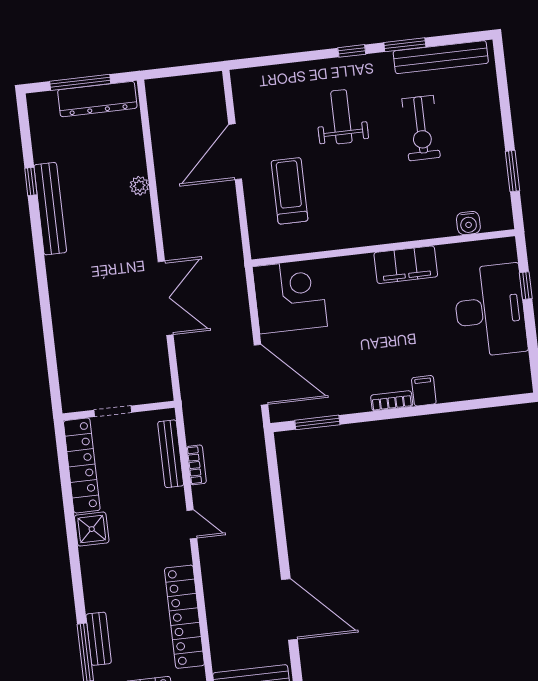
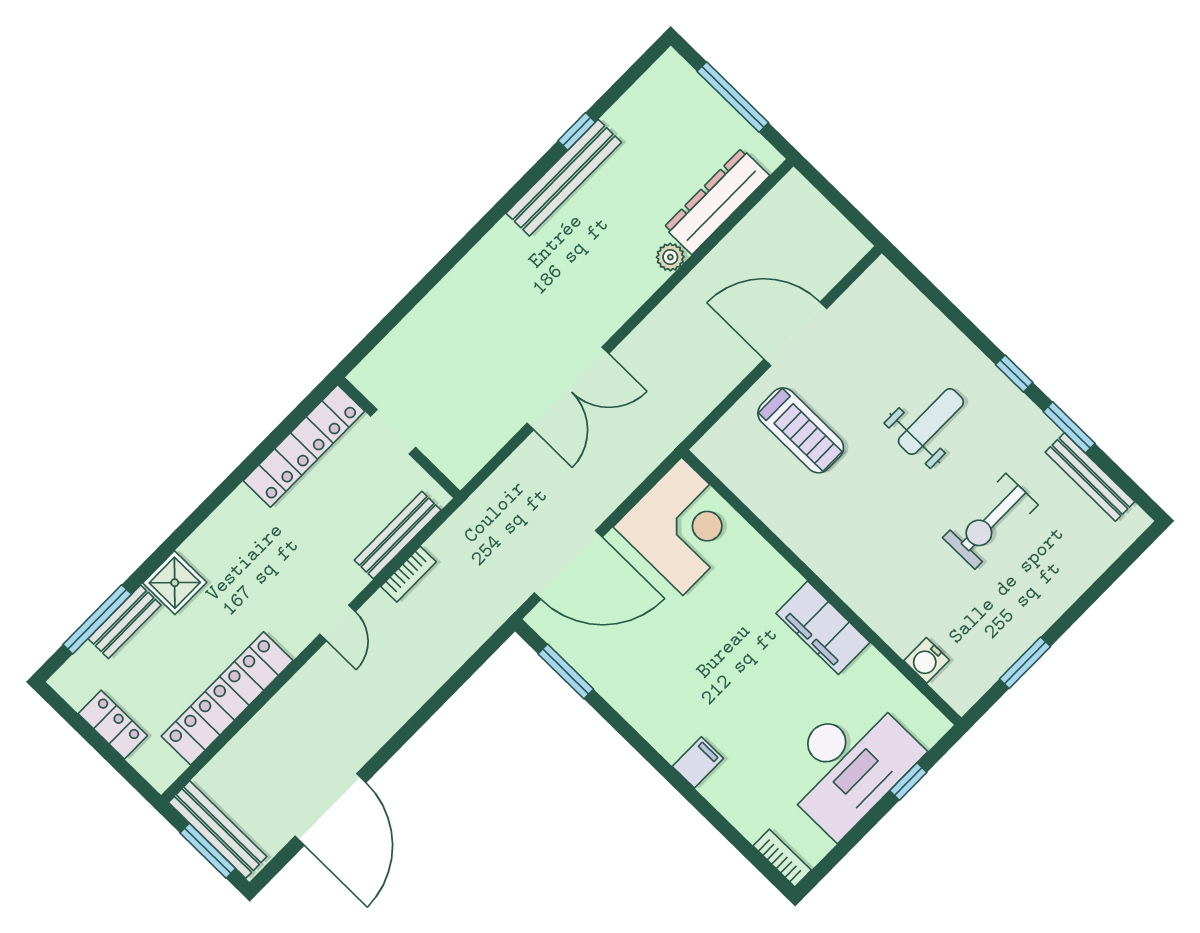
bench: (441, 57) -> (1090, 477), width x0.73, depth x0.82
dresser: (97, 99) -> (717, 201), moved, turned 90
treadmill: (290, 191) -> (801, 430), turned 90
door: (261, 375) -> (568, 565), hinge flipped
bookcase: (392, 401) -> (782, 858), moved
shower: (92, 529) -> (175, 583), moved

